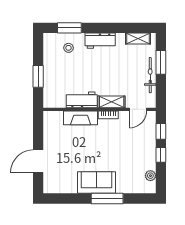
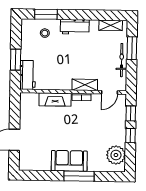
workbench: (82, 100) -> (28, 75), moved, turned 90
plant: (150, 176) -> (116, 155), width x1.87, depth x1.87

